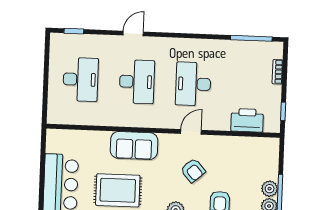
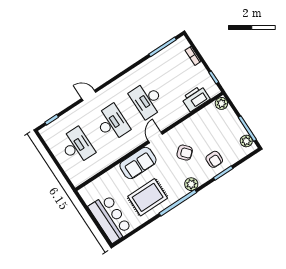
door: (133, 34) -> (89, 95), hinge flipped
door: (191, 132) -> (155, 137), moved
plant: (270, 189) -> (221, 103), moved

